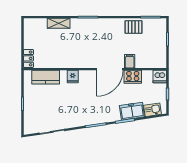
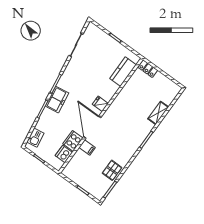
dishwasher: (160, 76) -> (64, 154), moved
fridge: (73, 77) -> (100, 104), moved
freezer: (132, 111) -> (57, 100), moved

